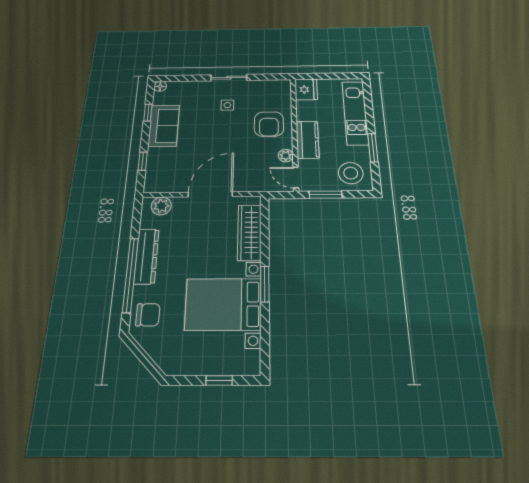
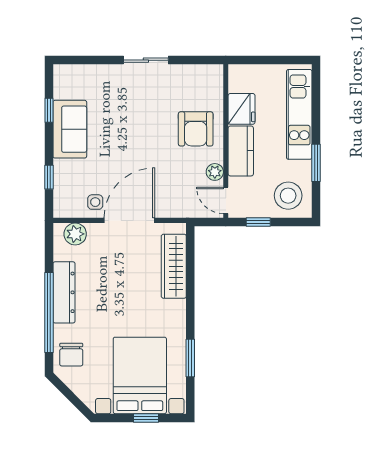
floor lamp: (160, 86) -> (61, 72), removed
fridge: (306, 89) -> (242, 109), moved
side table: (227, 105) -> (95, 202), moved
window: (325, 195) -> (258, 222), width x0.67
window: (265, 284) -> (190, 358), moved
bed with nightstands: (223, 304) -> (140, 375), moved, turned 90
chair: (148, 315) -> (71, 355), turned 90

